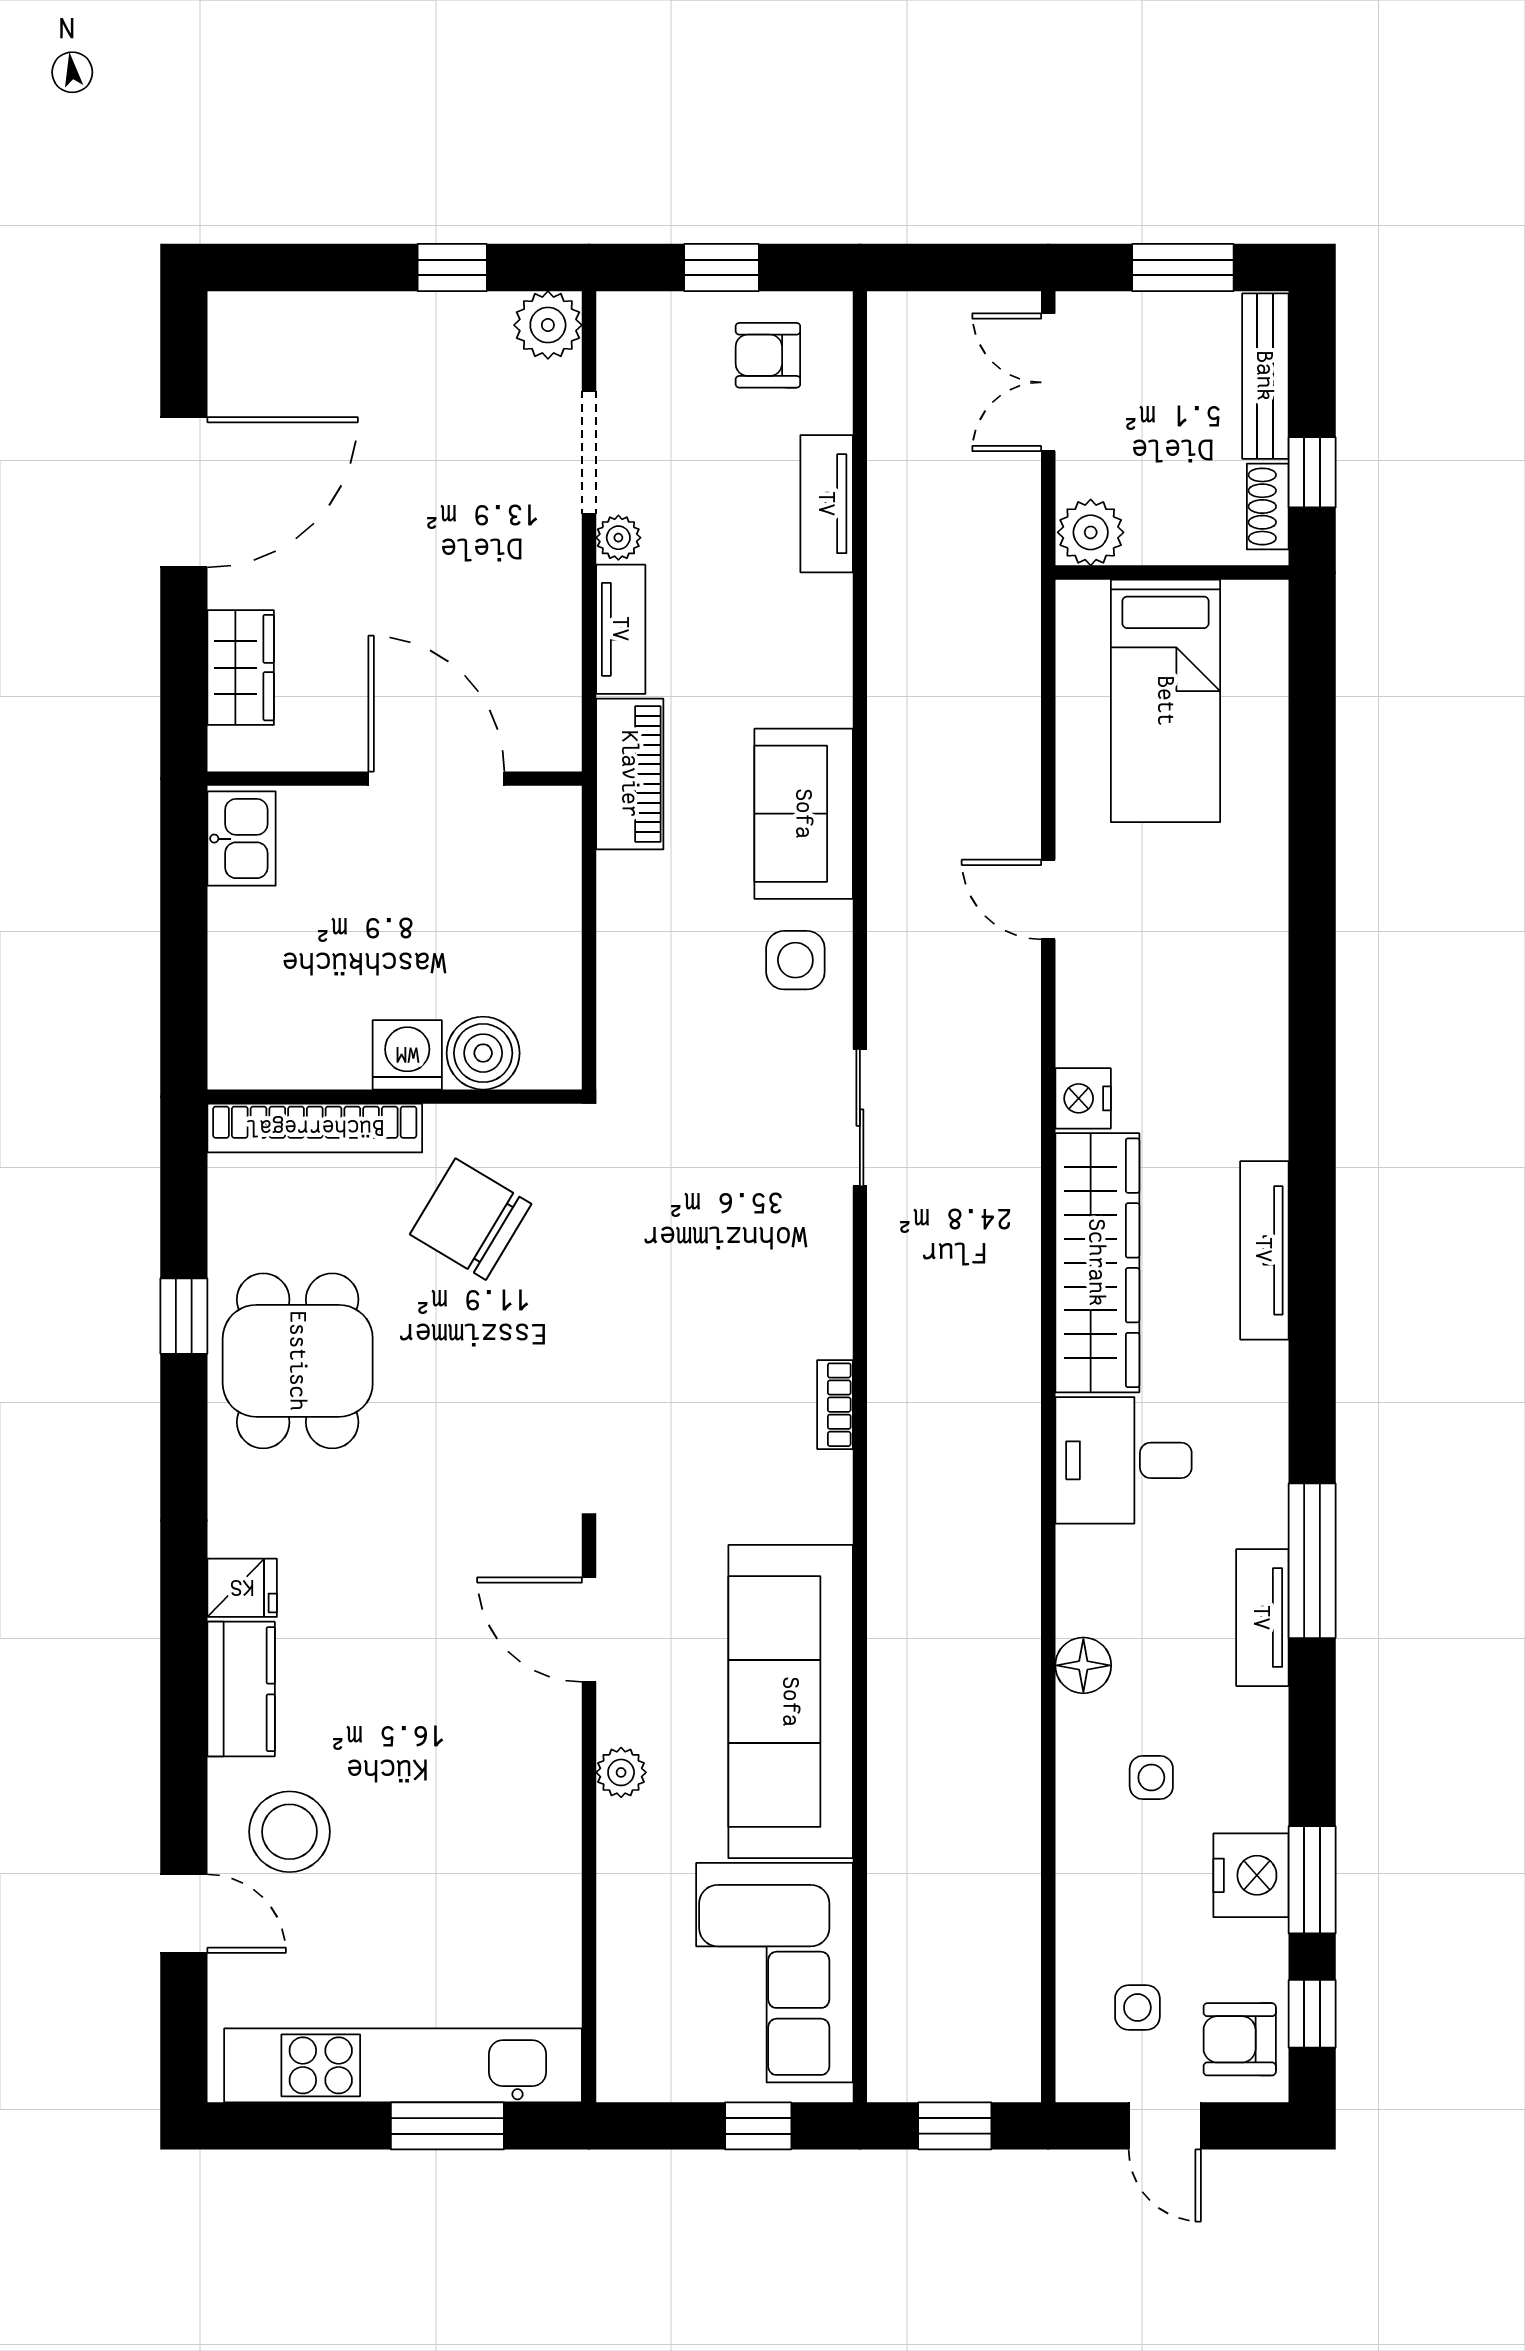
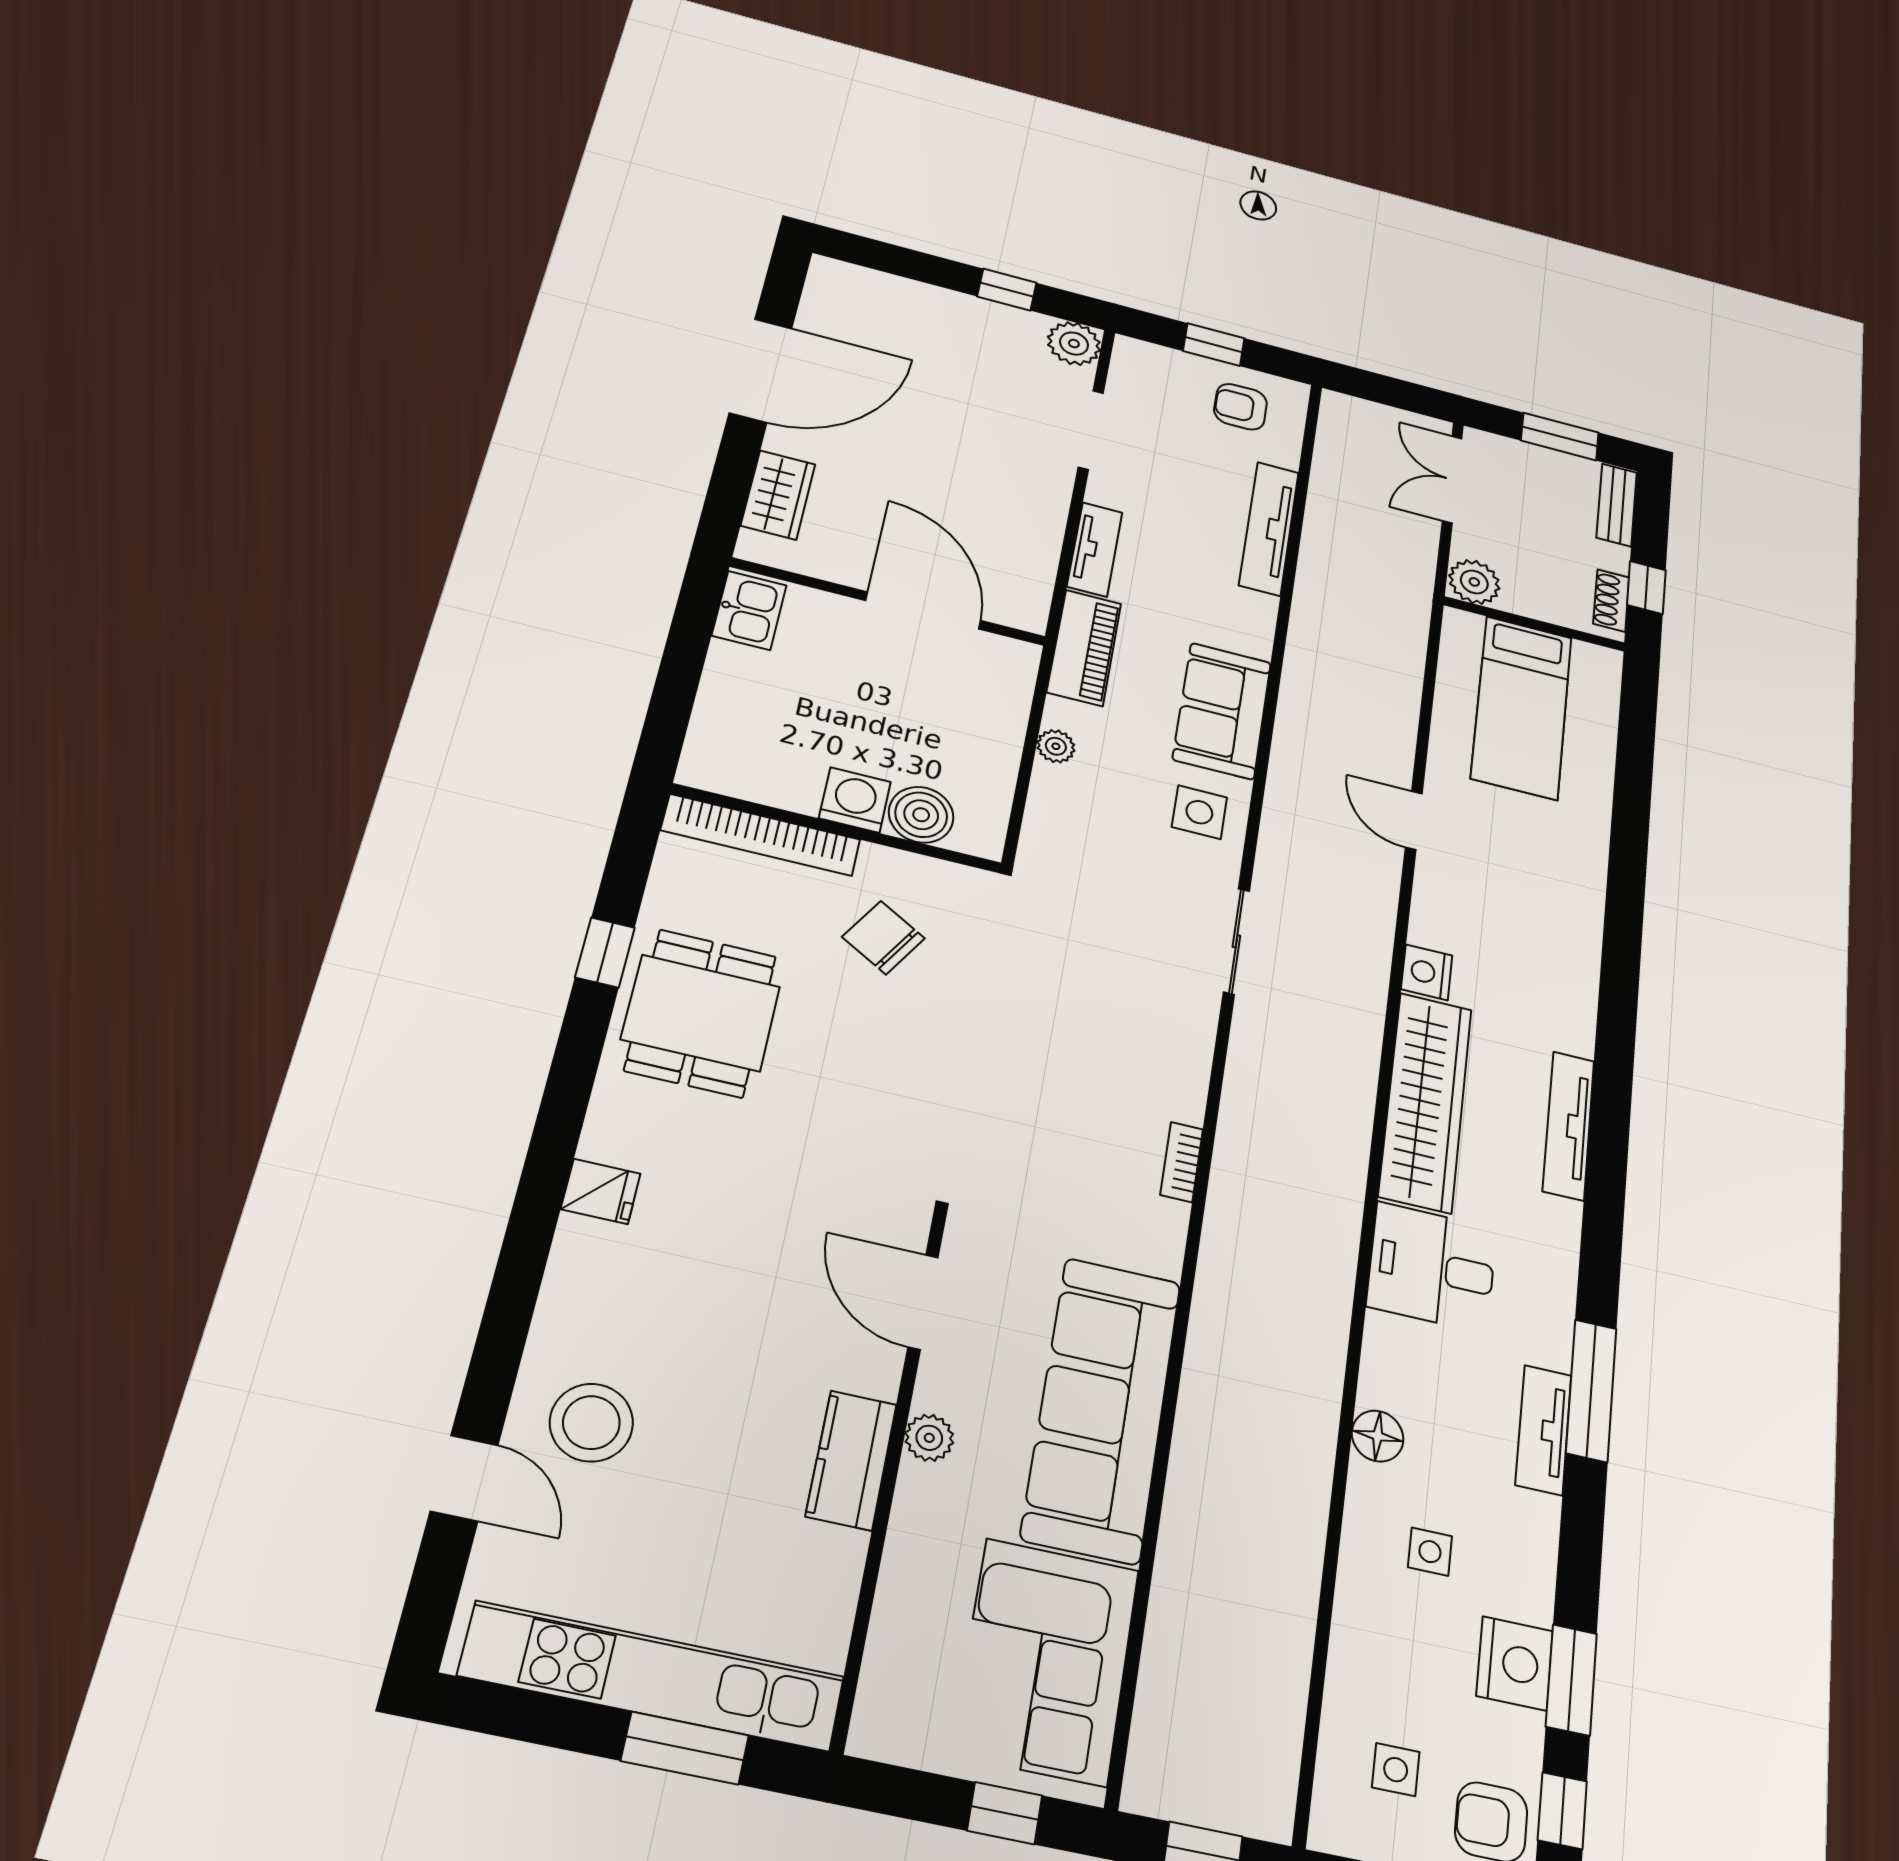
bench: (1265, 376) -> (1617, 505), width x0.73
tv unit: (827, 504) -> (1269, 528), width x1.41
plant: (618, 538) -> (1056, 746), moved
chair: (471, 1219) -> (883, 938), width x0.73, depth x0.73
kitchen counter: (241, 1689) -> (851, 1460), moved, turned 180

